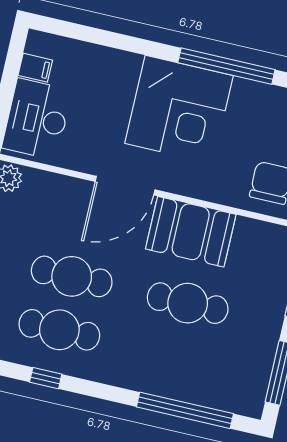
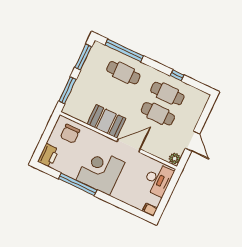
filing cabinet: (35, 68) -> (150, 210), moved
cafe table: (188, 303) -> (123, 73), moved

